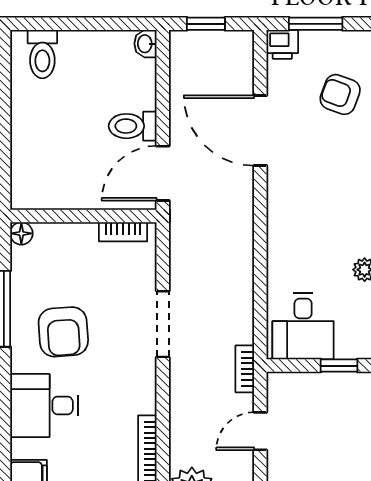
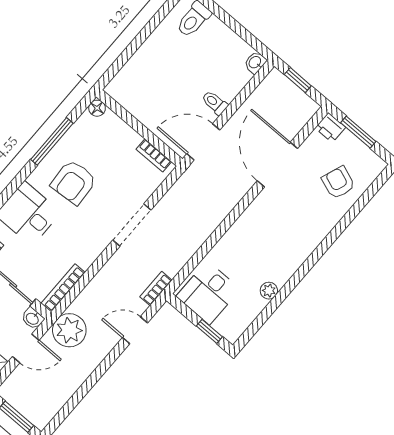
toilet: (133, 126) -> (215, 103), width x0.73, depth x0.72

